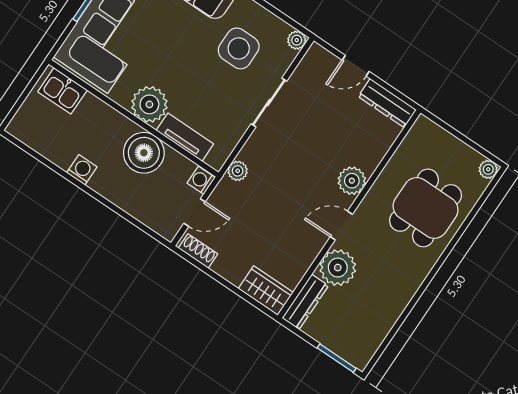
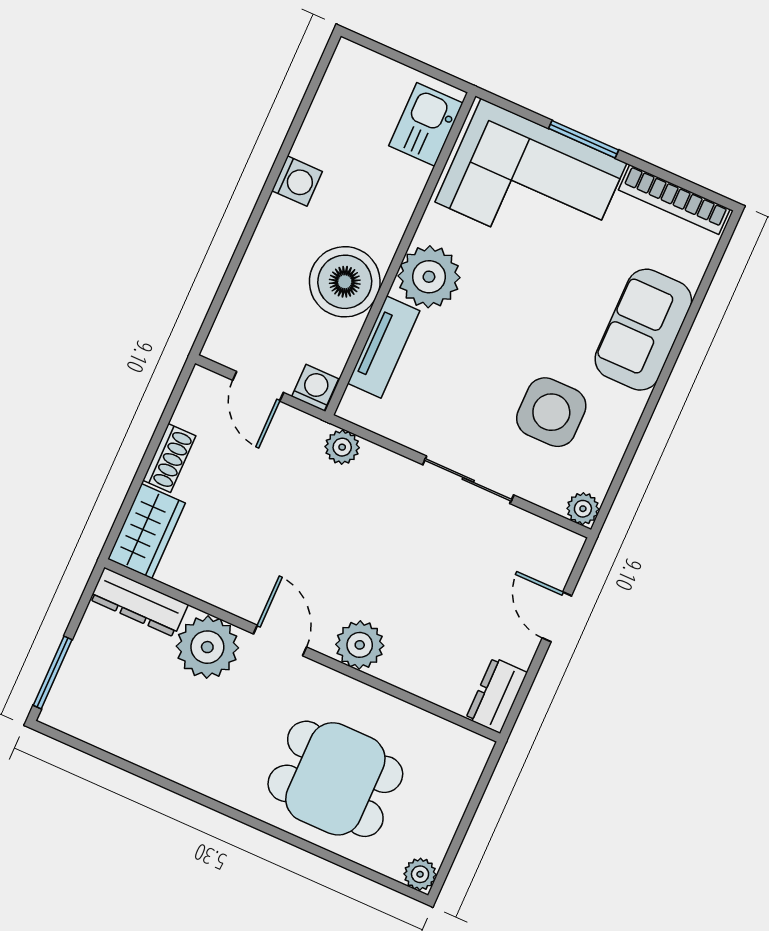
dresser: (387, 103) -> (497, 695), width x0.70
shoe rack: (198, 251) -> (169, 458), moved

